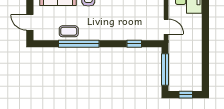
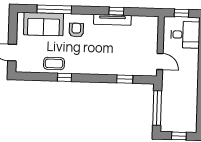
window: (79, 44) -> (64, 77), width x0.32

